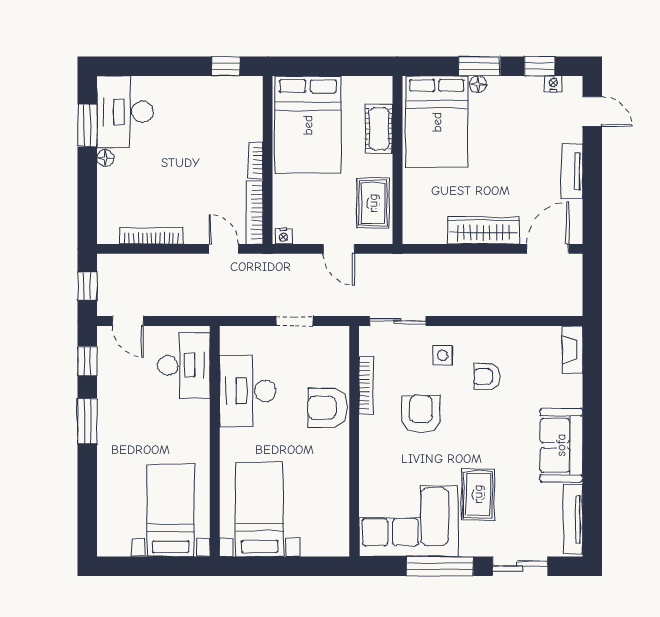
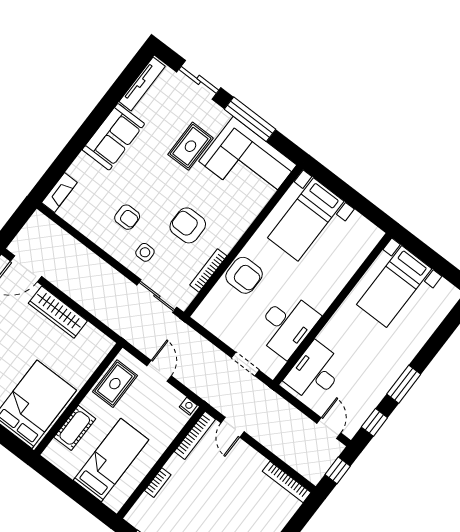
bed: (308, 125) -> (111, 460), width x0.67
bookcase: (256, 161) -> (158, 483), moved
bookcase: (152, 236) -> (287, 482), moved
doorway: (295, 321) -> (245, 364), moved
armchair: (421, 414) -> (188, 225), turned 90
bed with nightstands: (259, 509) -> (306, 220), moved

